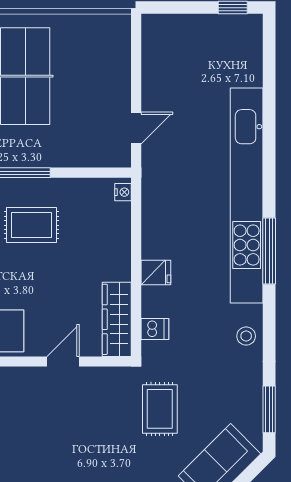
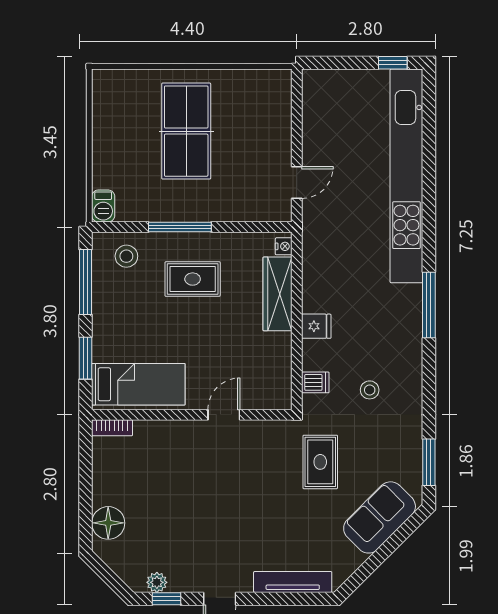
kitchen unit: (247, 196) -> (406, 176), moved
wardrobe: (117, 319) -> (277, 294), moved
stool: (246, 336) -> (370, 390), moved

